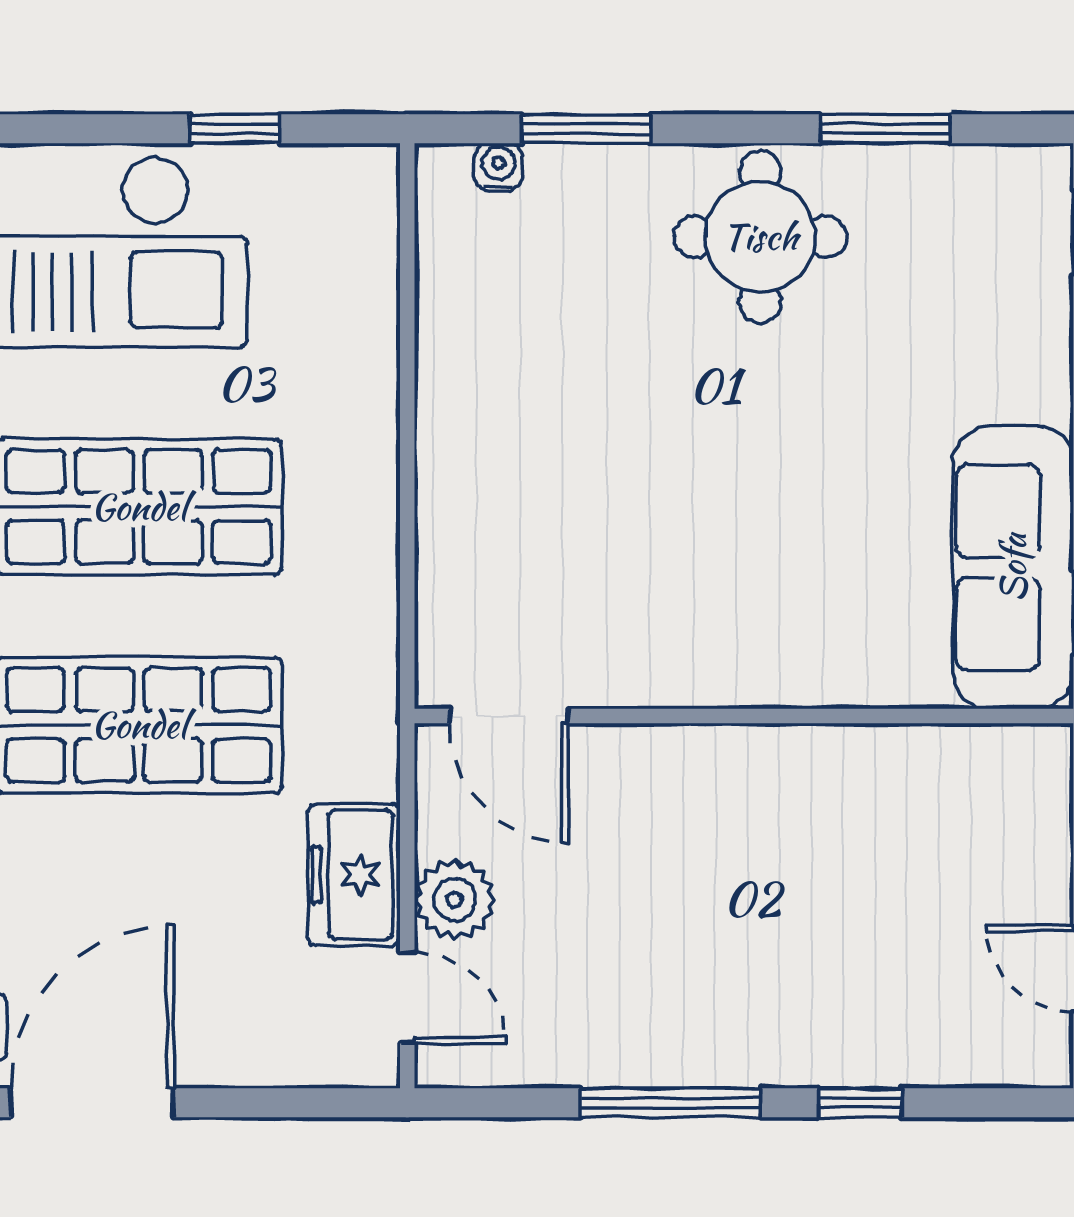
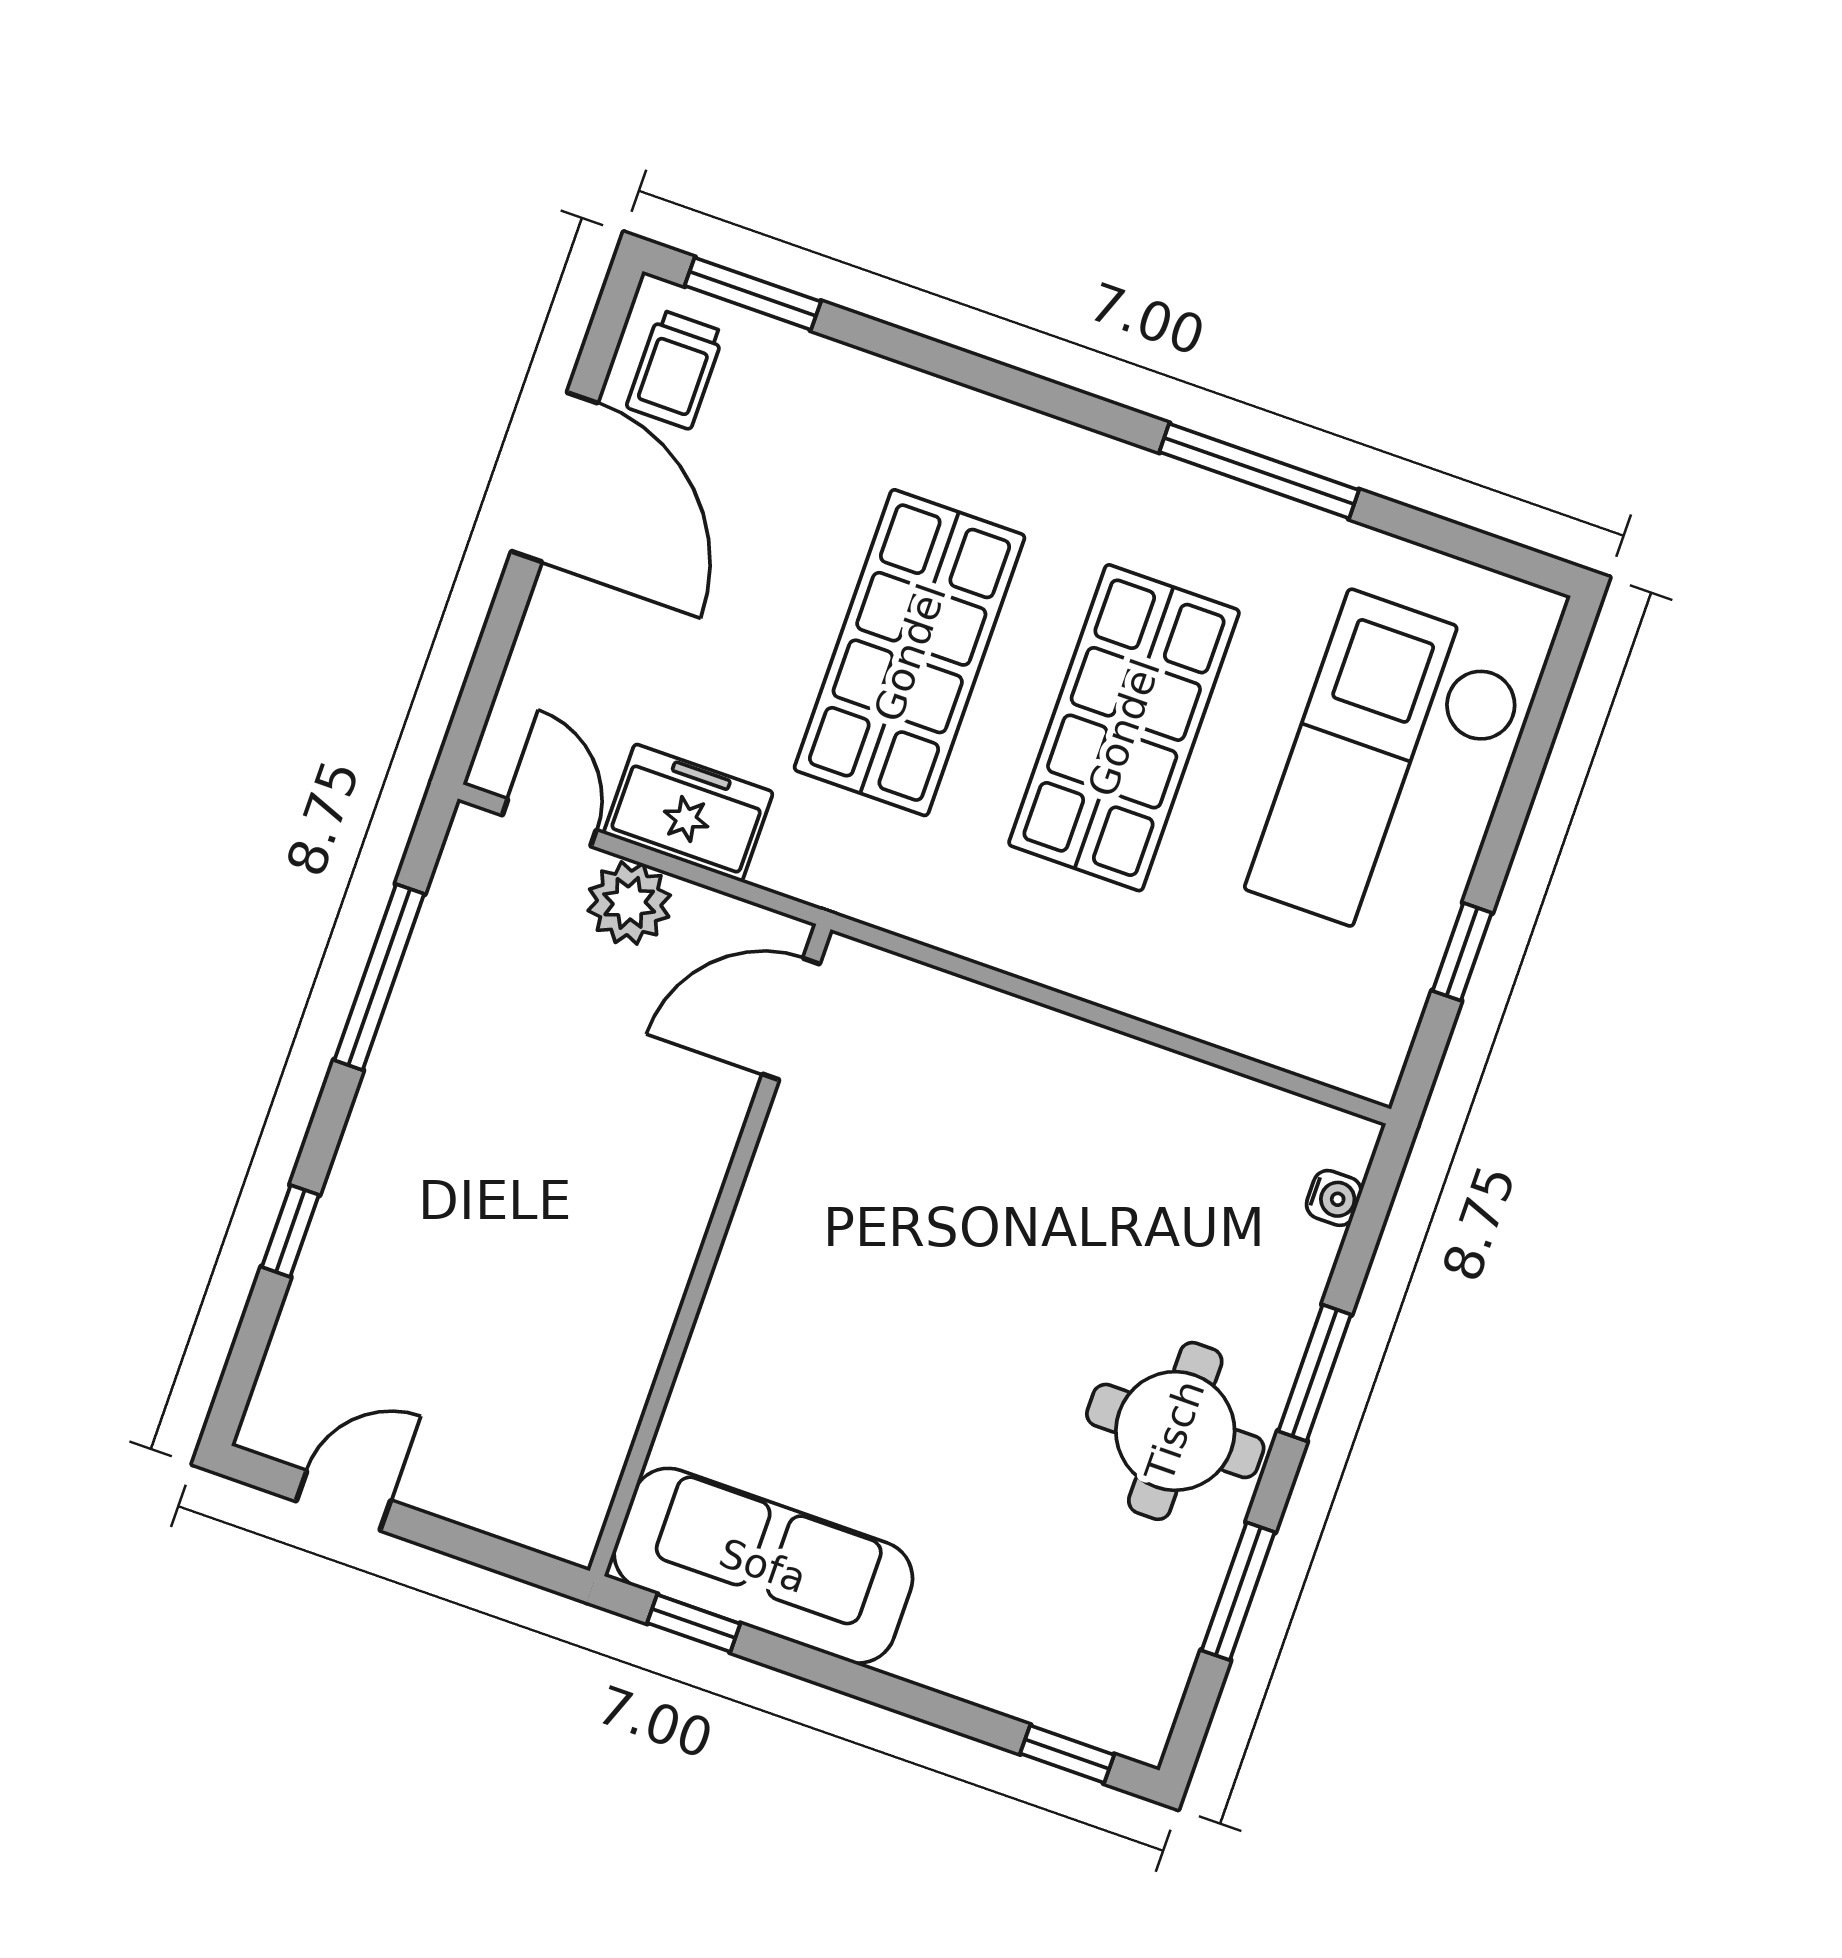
window: (586, 129) -> (1315, 1373), moved
door: (407, 998) -> (549, 823), swing flipped
window: (671, 1103) -> (379, 977), moved

